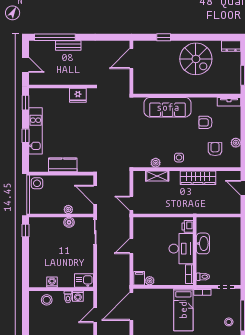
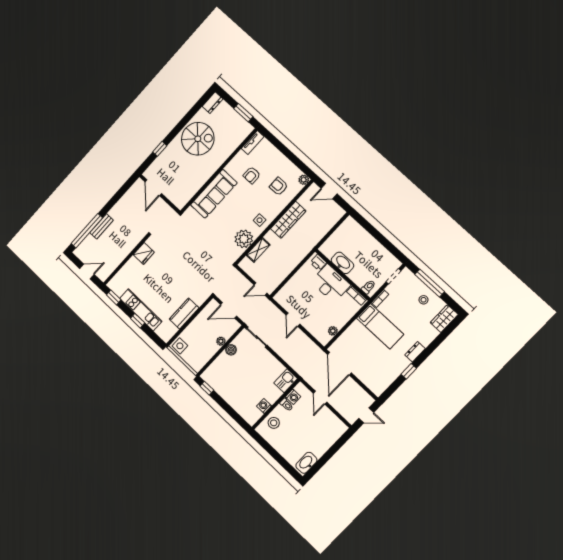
plant: (236, 143) -> (304, 180), moved
plant: (156, 163) -> (244, 239), width x1.88, depth x1.88
filing cabinet: (139, 278) -> (323, 337), removed

